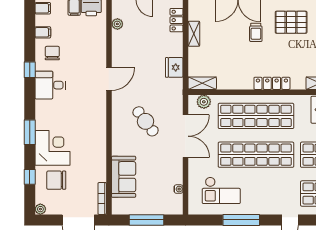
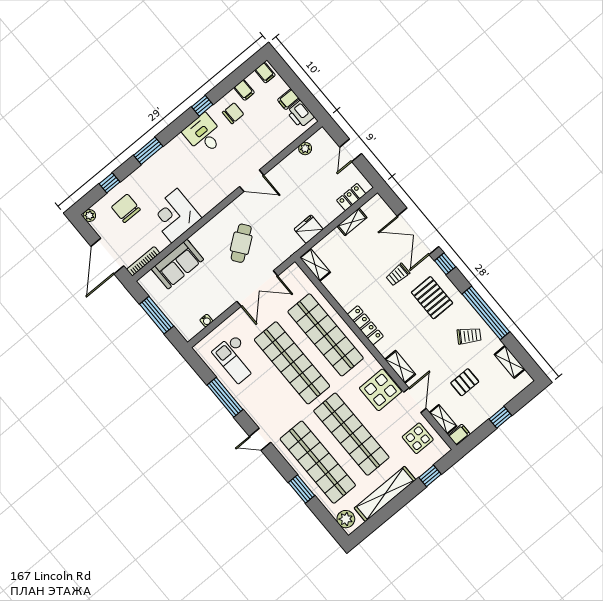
plant: (204, 102) -> (300, 280), removed
corner desk: (52, 148) -> (175, 216), moved, turned 180

